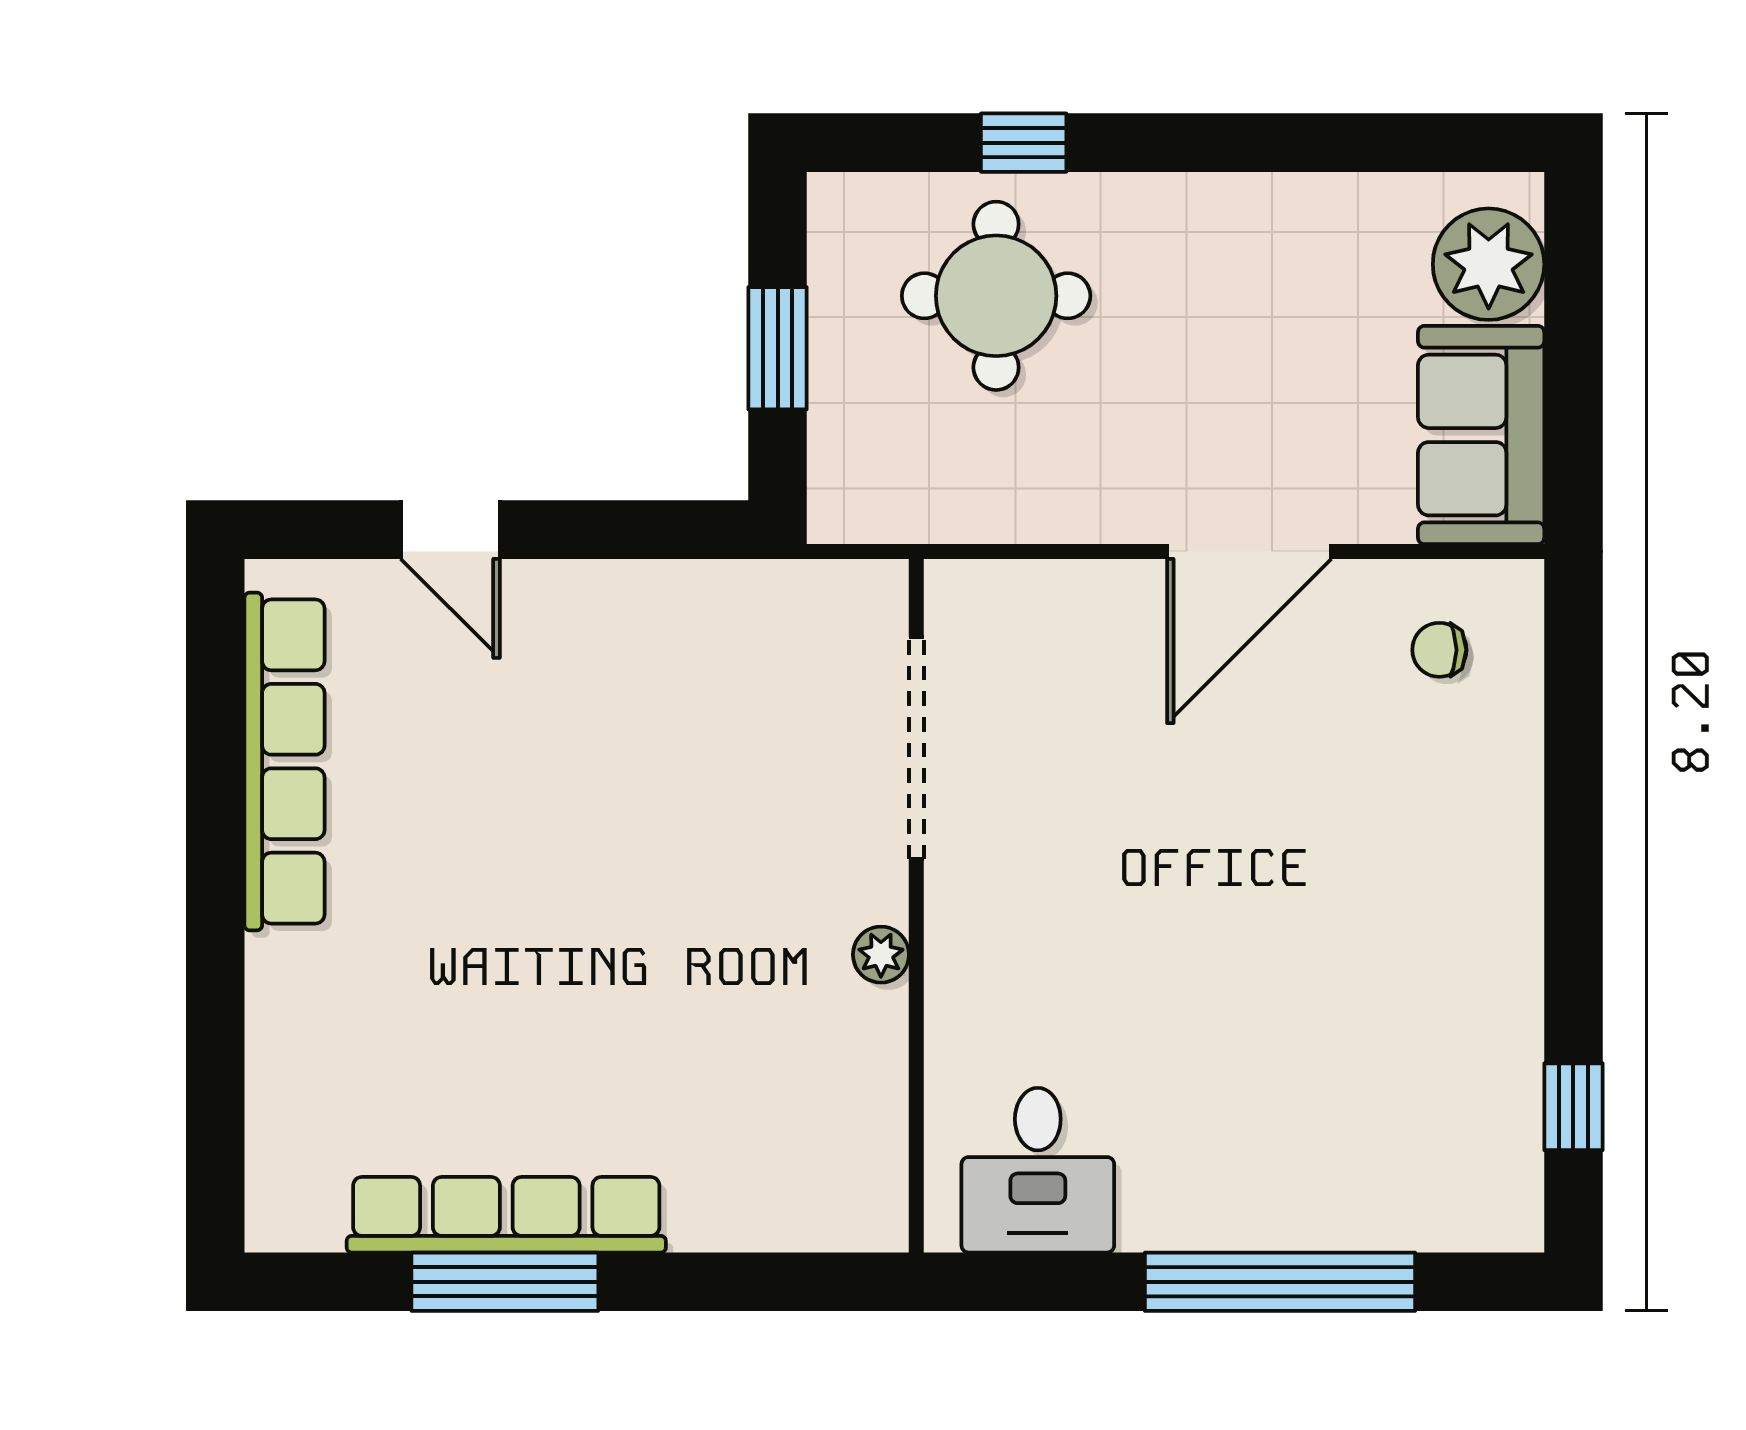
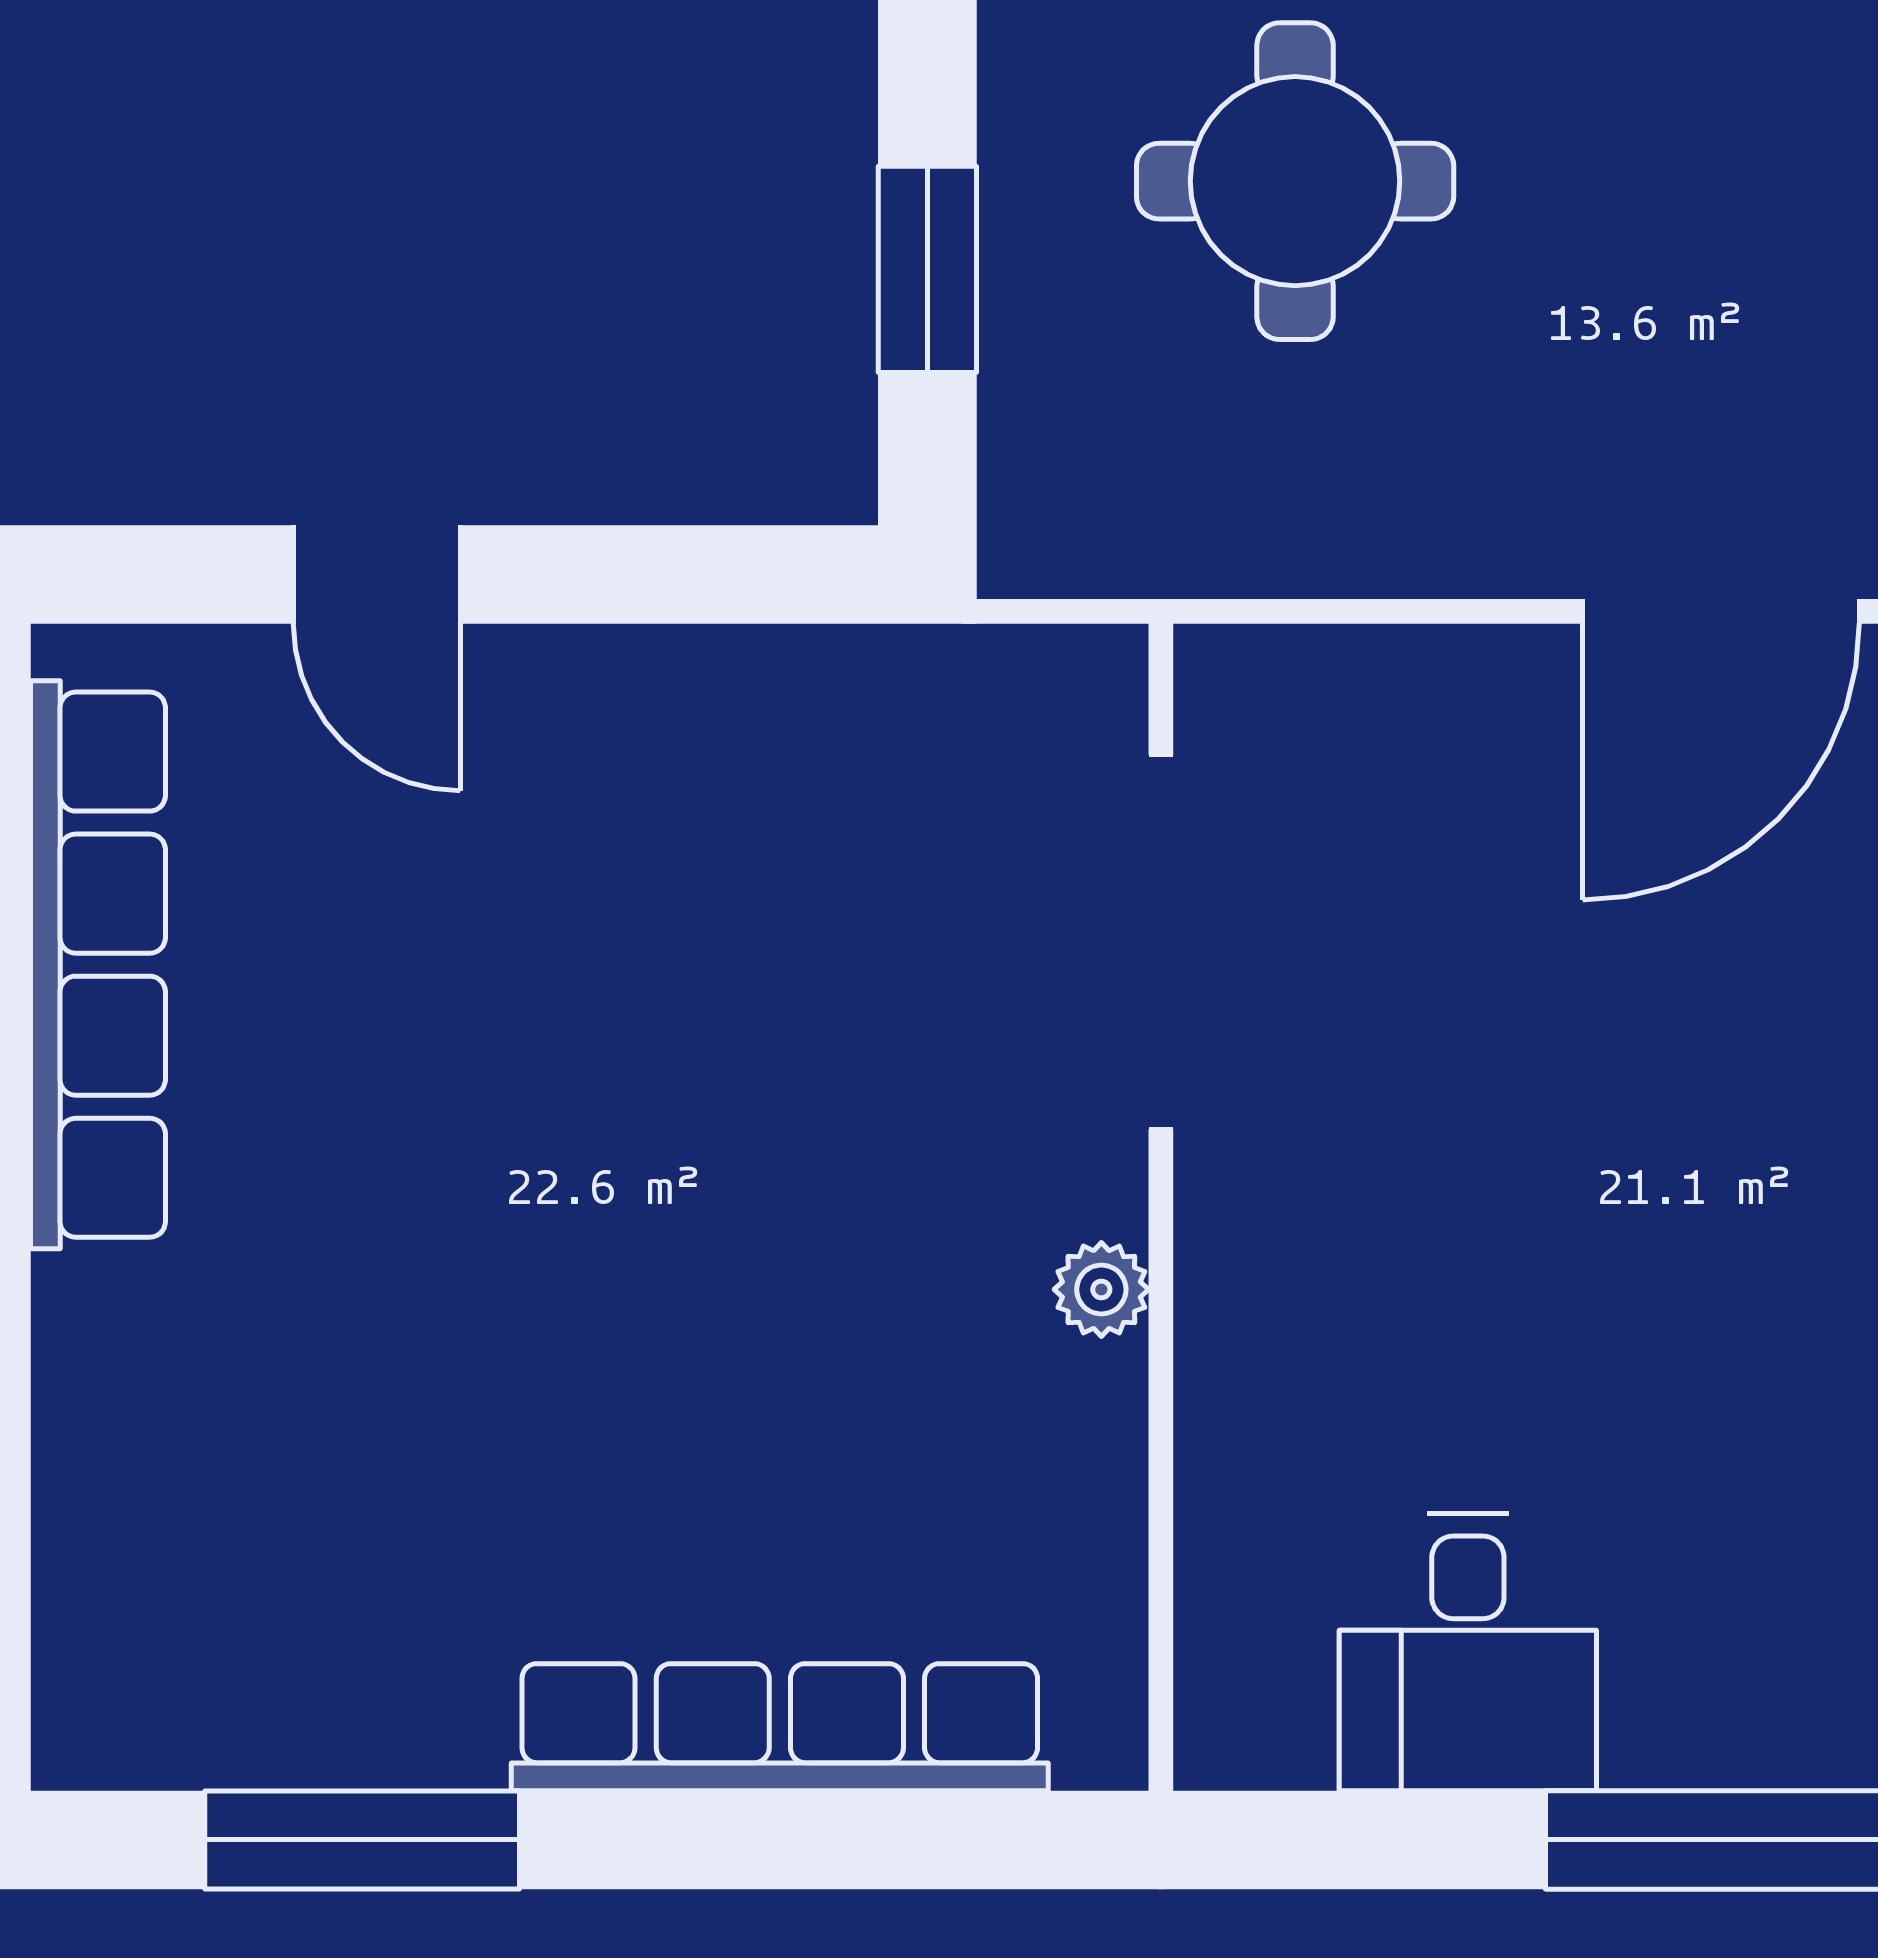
desk: (1038, 1170) -> (1468, 1652), moved
row of seats: (506, 1215) -> (780, 1727), moved
window: (505, 1282) -> (362, 1840), moved

